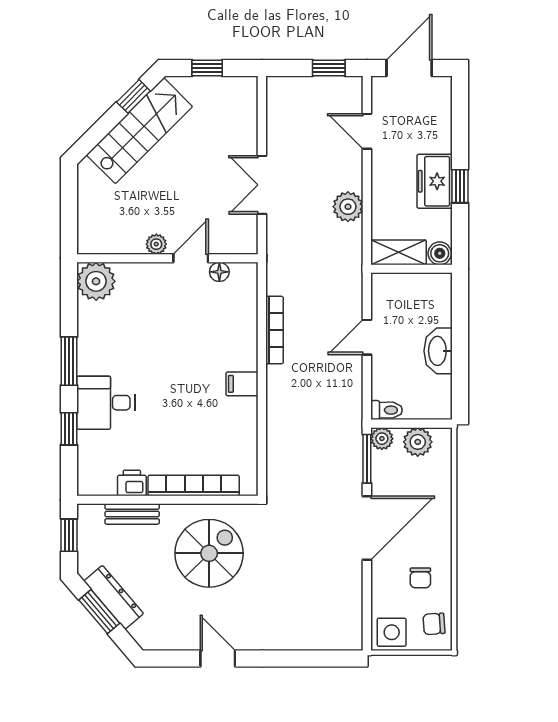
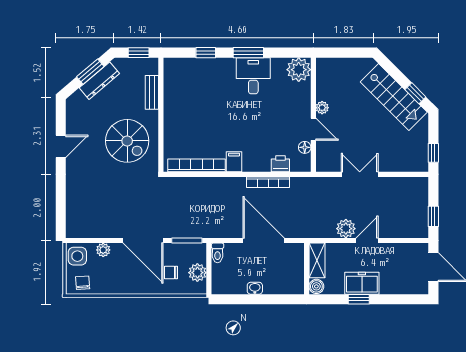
window: (207, 68) -> (433, 153), moved
door: (367, 131) -> (367, 240), moved
door: (367, 337) -> (264, 240), width x1.88
washbasin: (438, 351) -> (255, 288), width x0.52, depth x0.69
desk: (106, 403) -> (253, 76), moved
plant: (382, 439) -> (103, 250), moved
printer: (132, 483) -> (280, 164), moved, turned -90
bookcase: (194, 485) -> (196, 165), moved, turned -90
chair: (420, 578) -> (171, 273), moved

